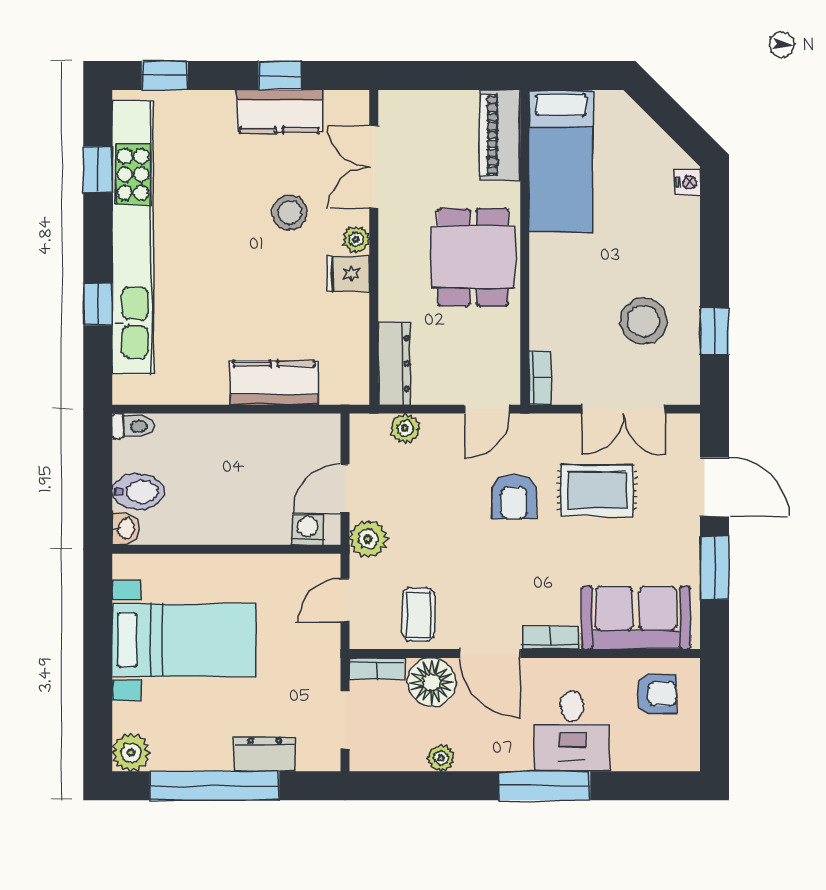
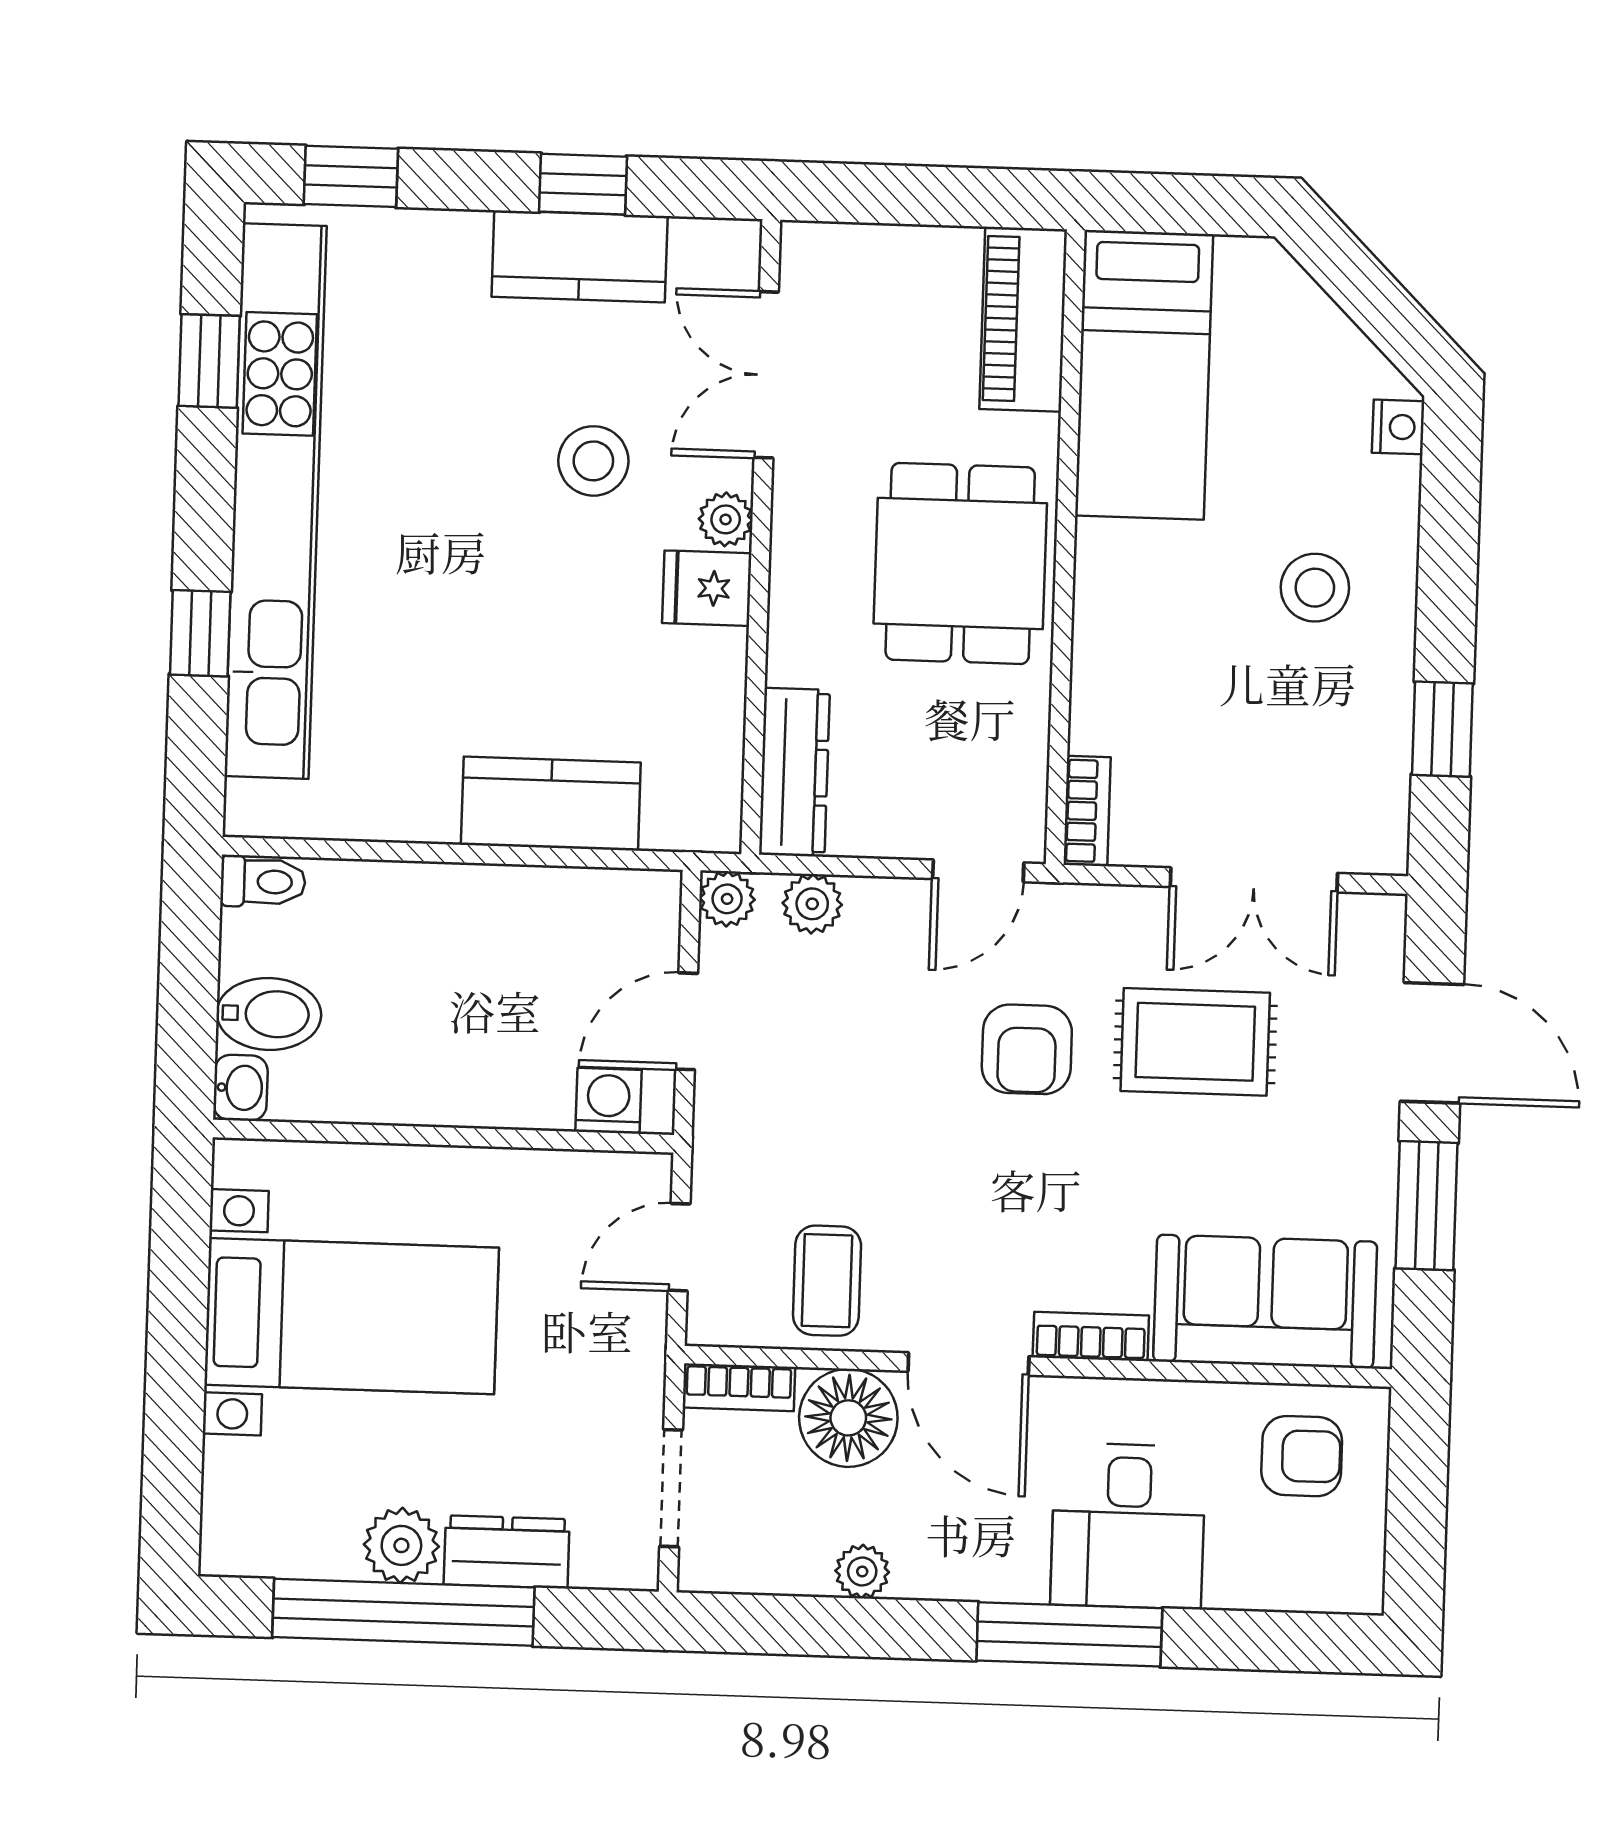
stool: (643, 321) -> (1315, 588), moved, width x0.73, depth x0.73
plant: (368, 539) -> (727, 899), moved, width x0.73, depth x0.73
plant: (131, 753) -> (401, 1545), moved

